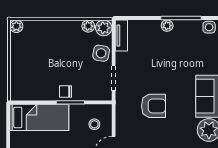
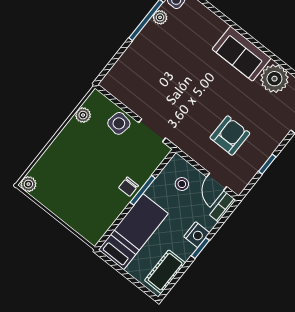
plant: (167, 26) -> (160, 17), moved
plant: (104, 28) -> (97, 102), removed
tv unit: (121, 35) -> (117, 90), removed
armchair: (154, 106) -> (230, 135), moved

